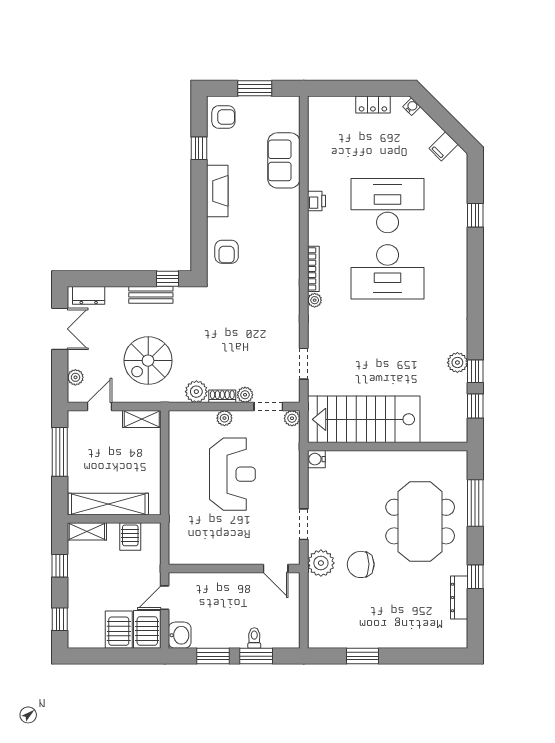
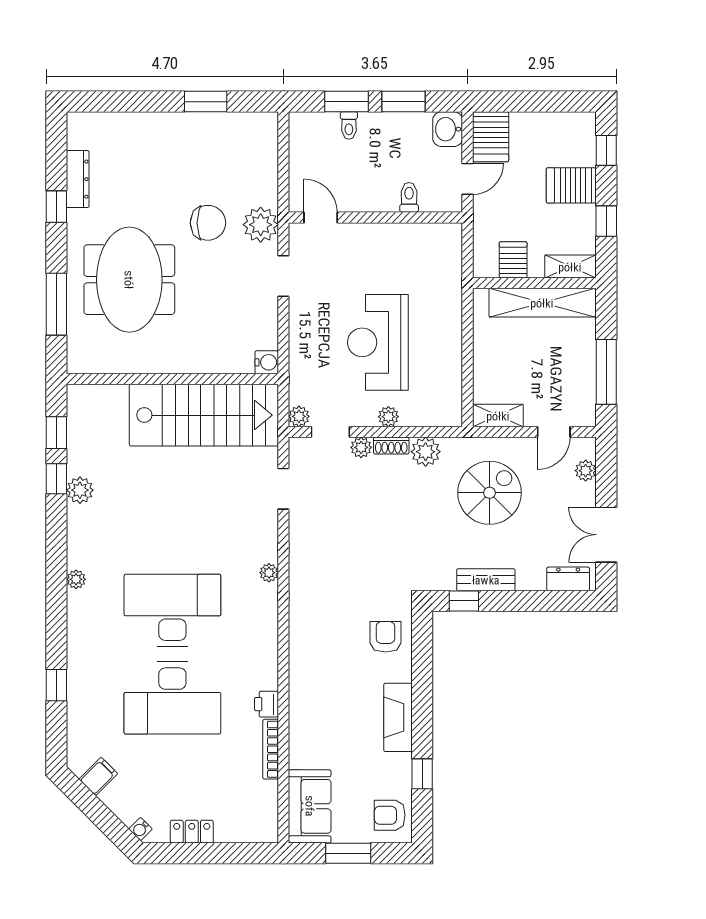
sofa: (284, 160) -> (310, 806), moved
bookcase: (313, 269) -> (271, 749), moved
plant: (460, 295) -> (76, 579), added
toilet: (209, 584) -> (409, 197), added
server rack: (119, 630) -> (571, 185), moved, turned 90

